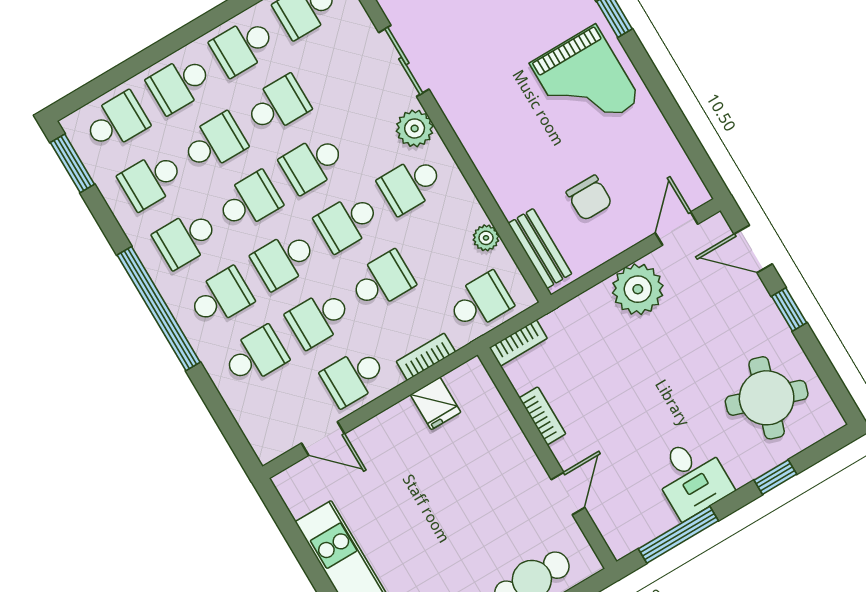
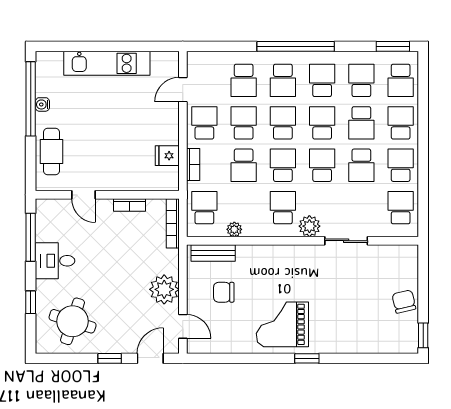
school desk: (249, 201) -> (322, 123), turned 180
school desk: (480, 302) -> (204, 208), turned 180
bookcase: (518, 343) -> (173, 223), width x1.56

